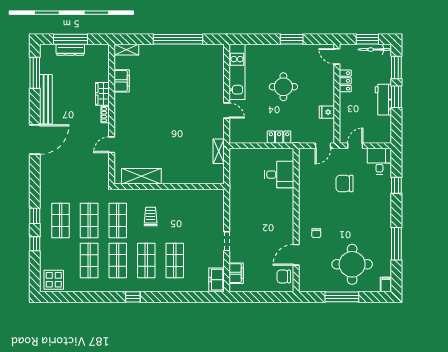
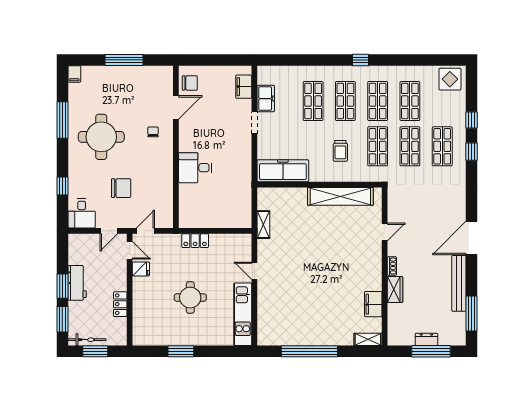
dresser: (70, 50) -> (426, 339), width x0.70
door: (337, 56) -> (130, 250), moved
desk: (279, 175) -> (195, 168), moved
shelving: (141, 176) -> (340, 196), width x1.47
freezer: (201, 199) -> (283, 171), added
round table: (352, 264) -> (101, 137), moved
freezer: (217, 280) -> (266, 99), moved

